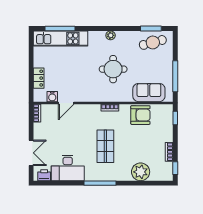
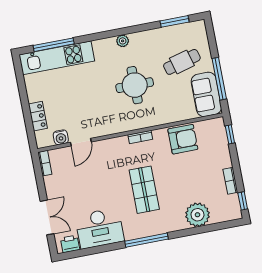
cafe table: (153, 42) -> (182, 62), moved
sofa: (149, 93) -> (206, 94), moved, turned -90

